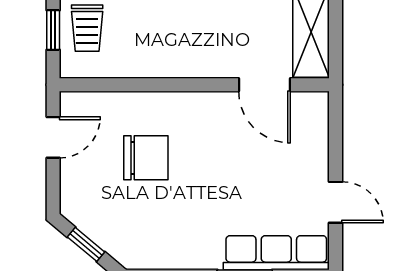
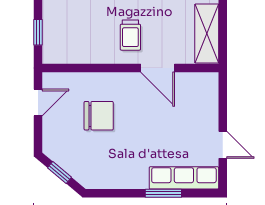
trolley: (87, 28) -> (130, 35), moved
door: (264, 85) -> (158, 68), moved

